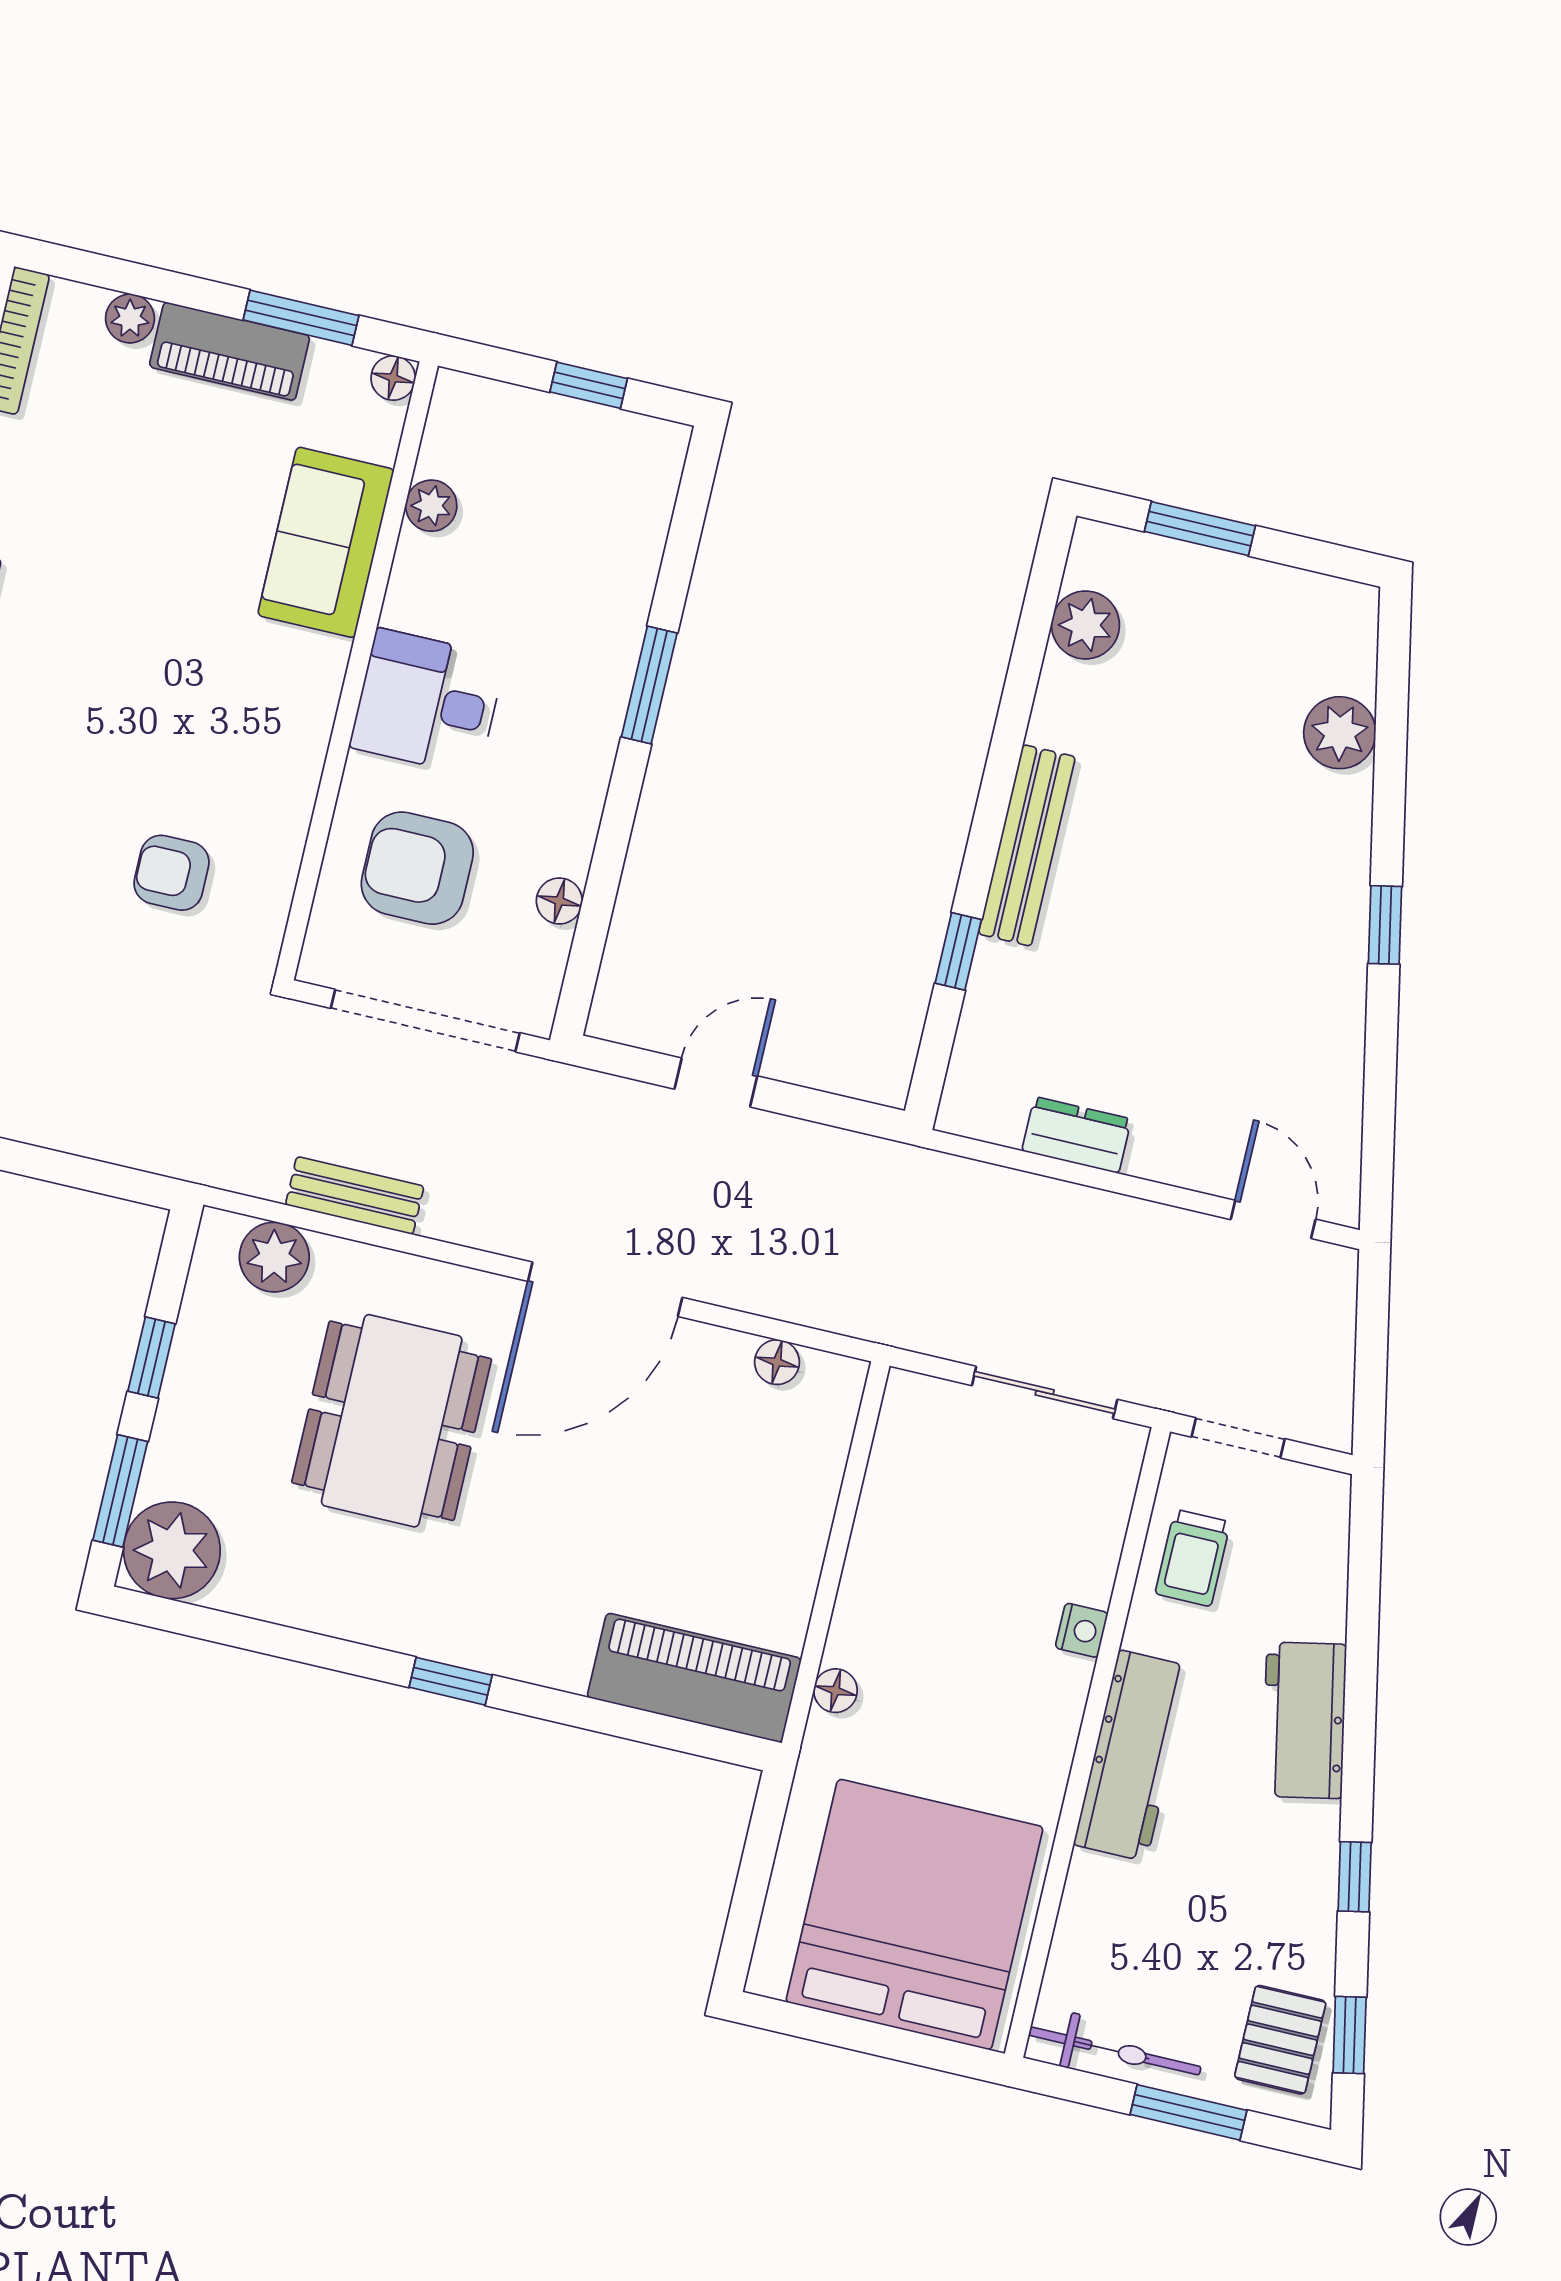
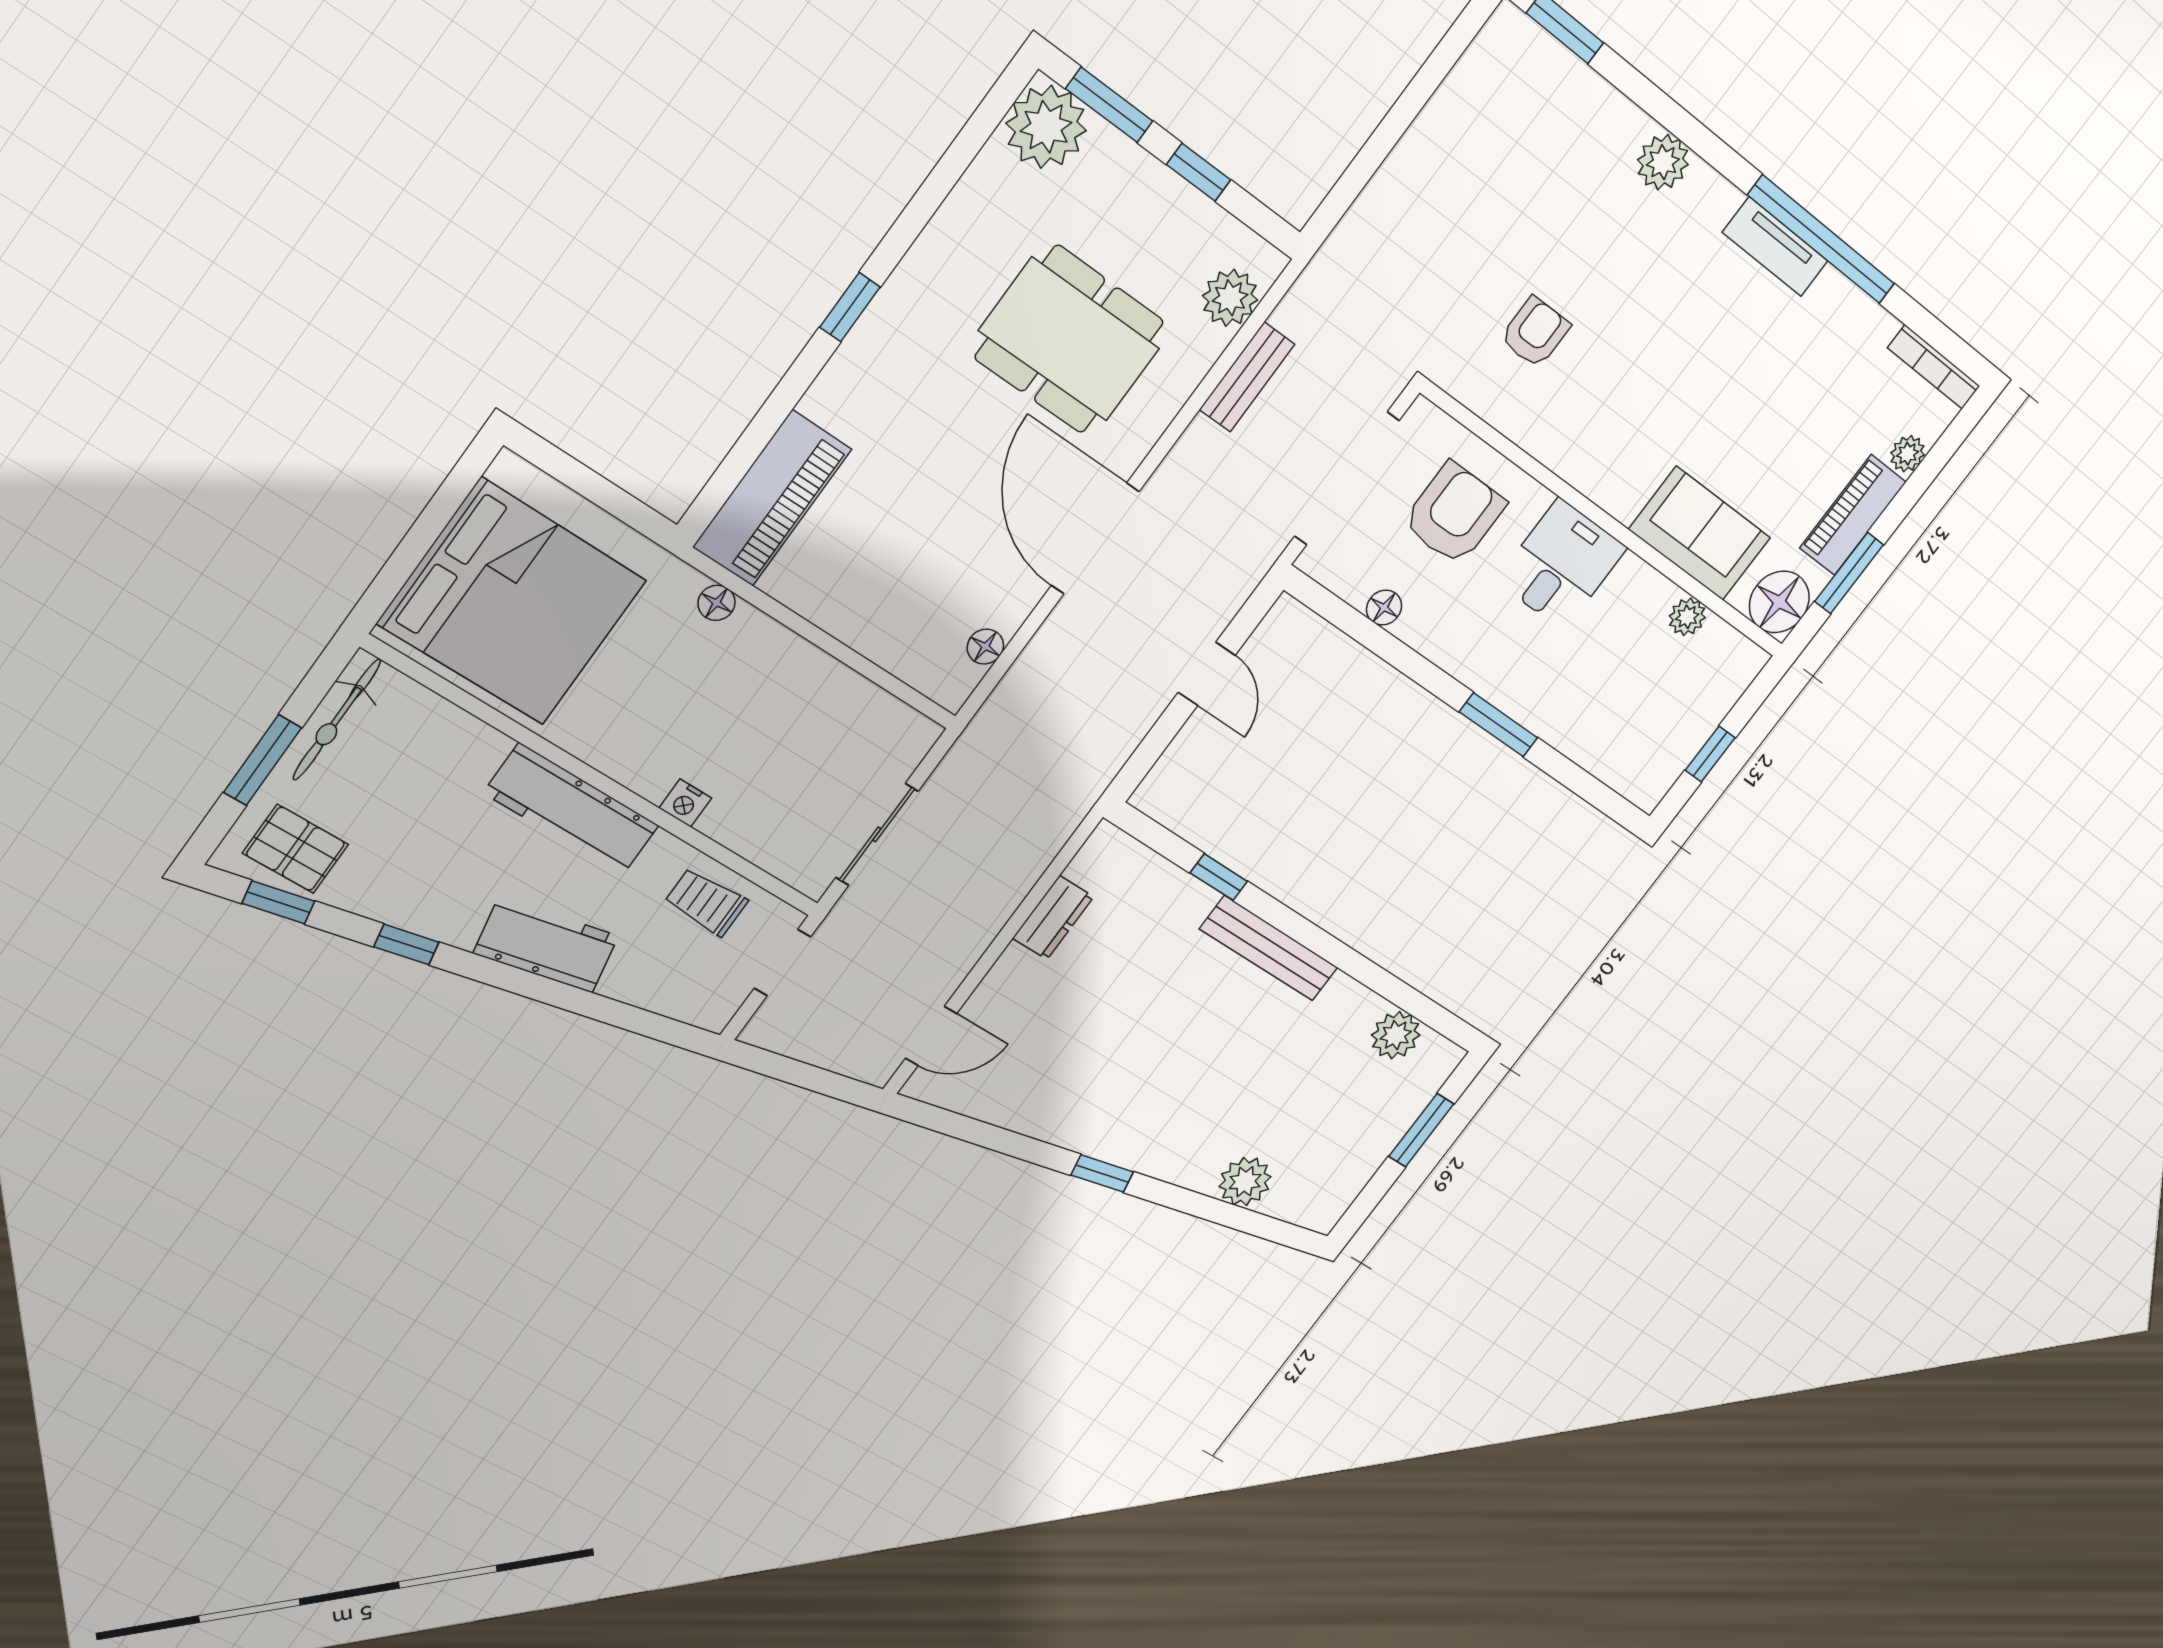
floor lamp: (393, 378) -> (1779, 602), width x1.89, depth x1.89

